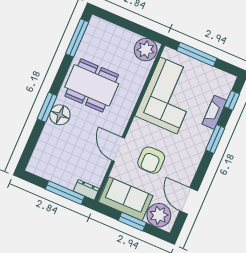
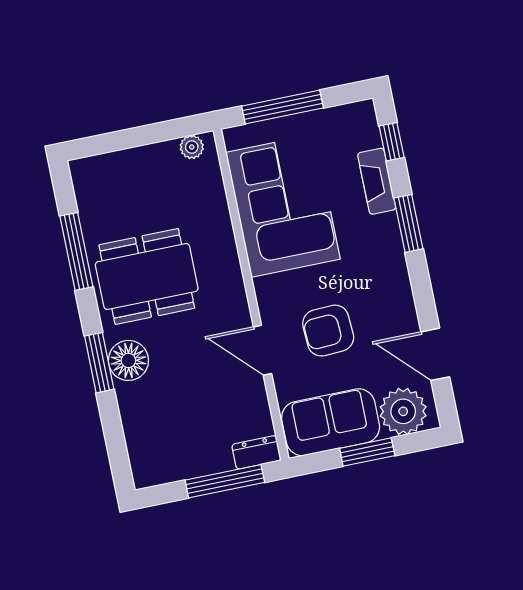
window: (77, 38) -> (76, 251), moved
plant: (146, 50) -> (192, 147), width x0.53, depth x0.53
armchair: (151, 160) -> (328, 331), turned 87

